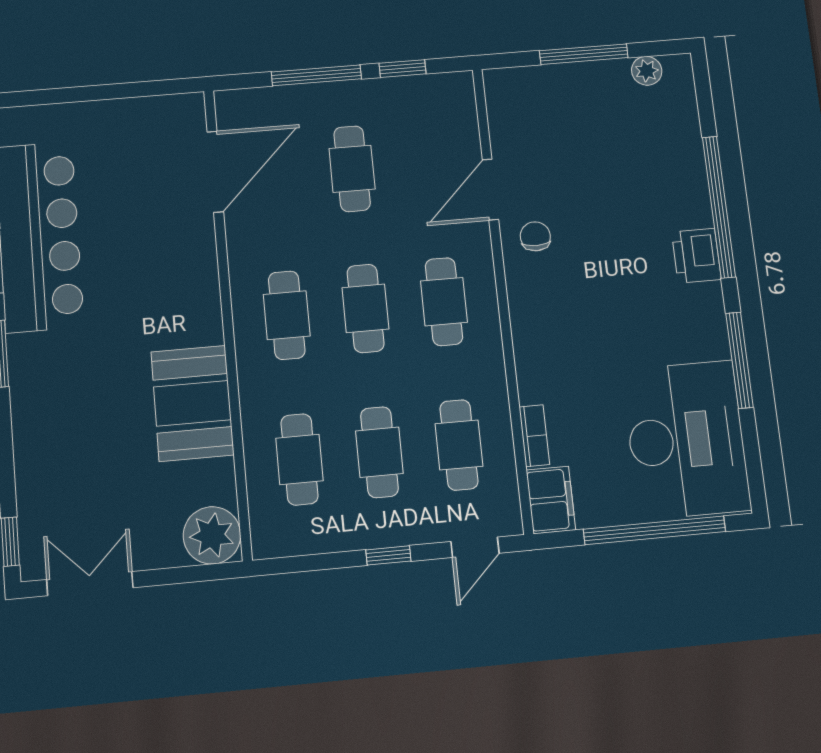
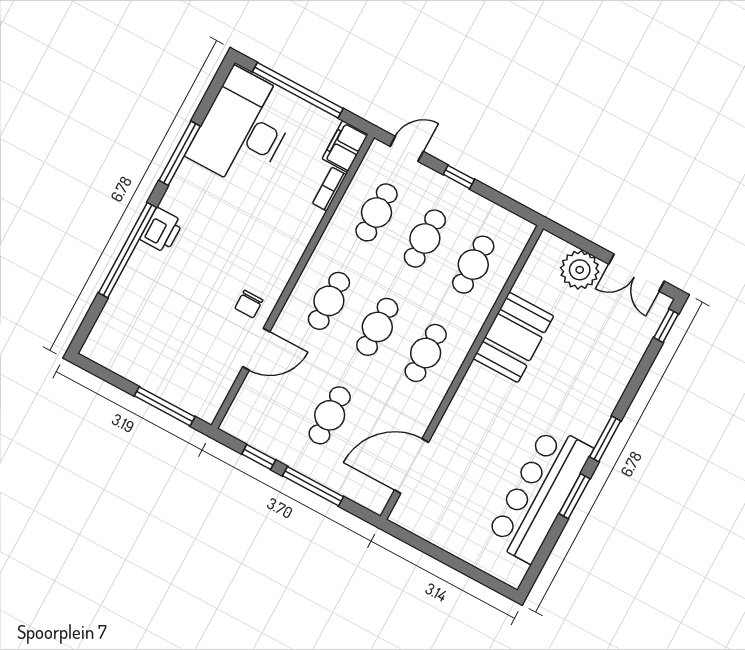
window: (584, 54) -> (165, 406), moved
plant: (647, 71) -> (112, 360), removed
plant: (212, 535) -> (580, 270), moved

